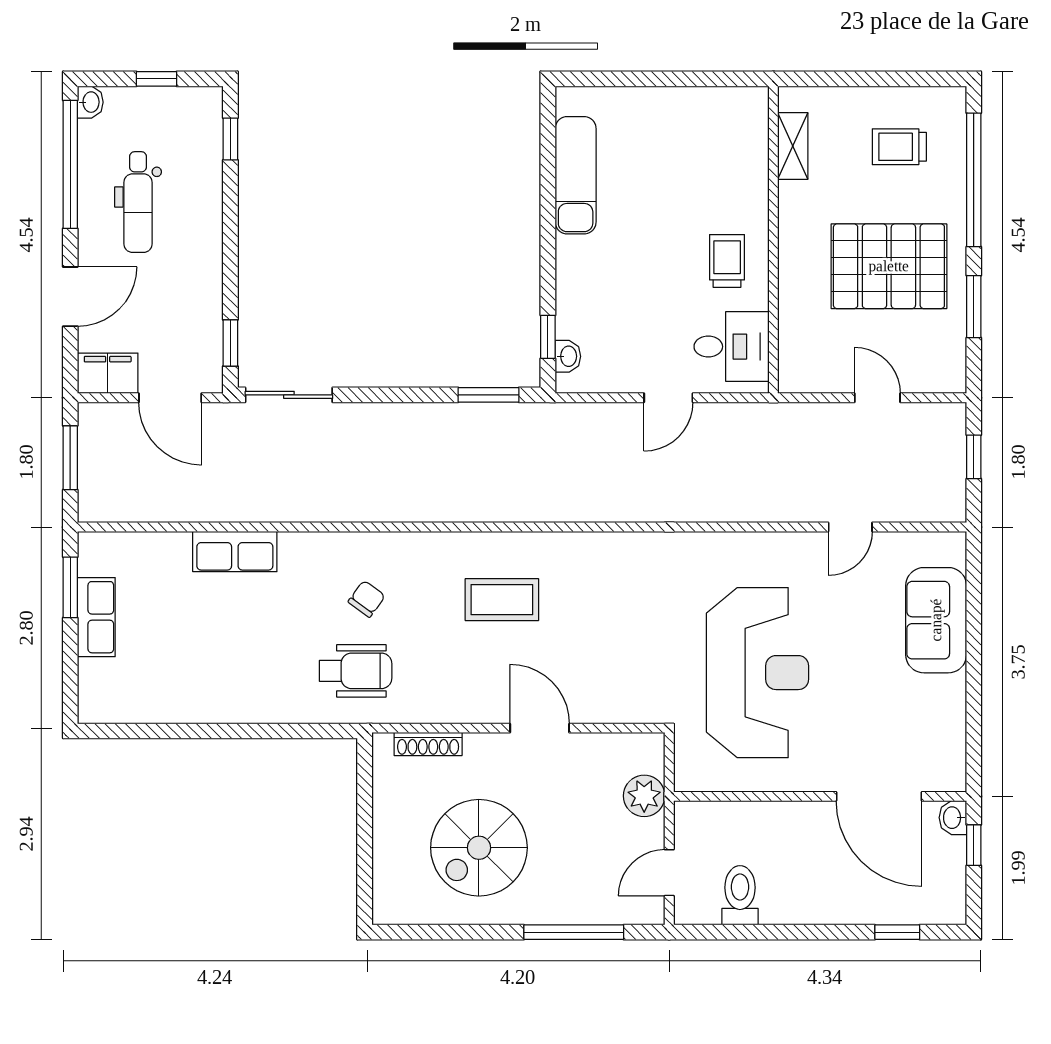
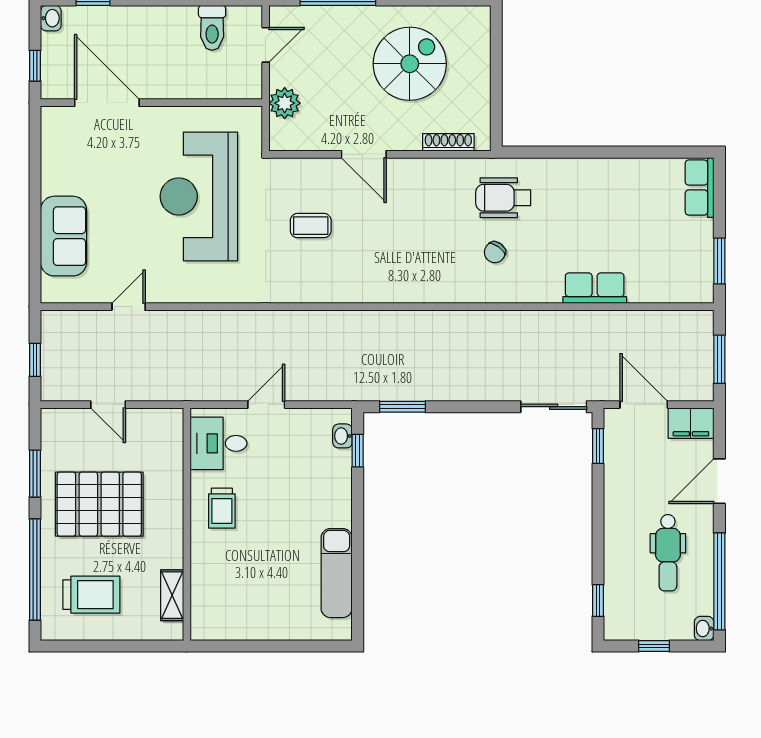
trolley: (899, 147) -> (91, 595), width x1.36, depth x1.39
dental chair: (138, 202) -> (668, 553), turned 180
coffee table: (502, 600) -> (311, 226), moved, width x0.73, depth x0.77
row of seats: (96, 617) -> (700, 188), moved
washbasin: (953, 818) -> (51, 18), moved

